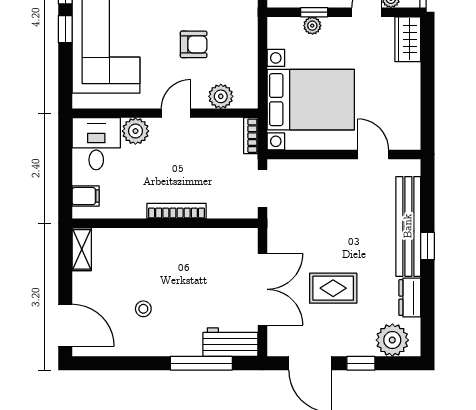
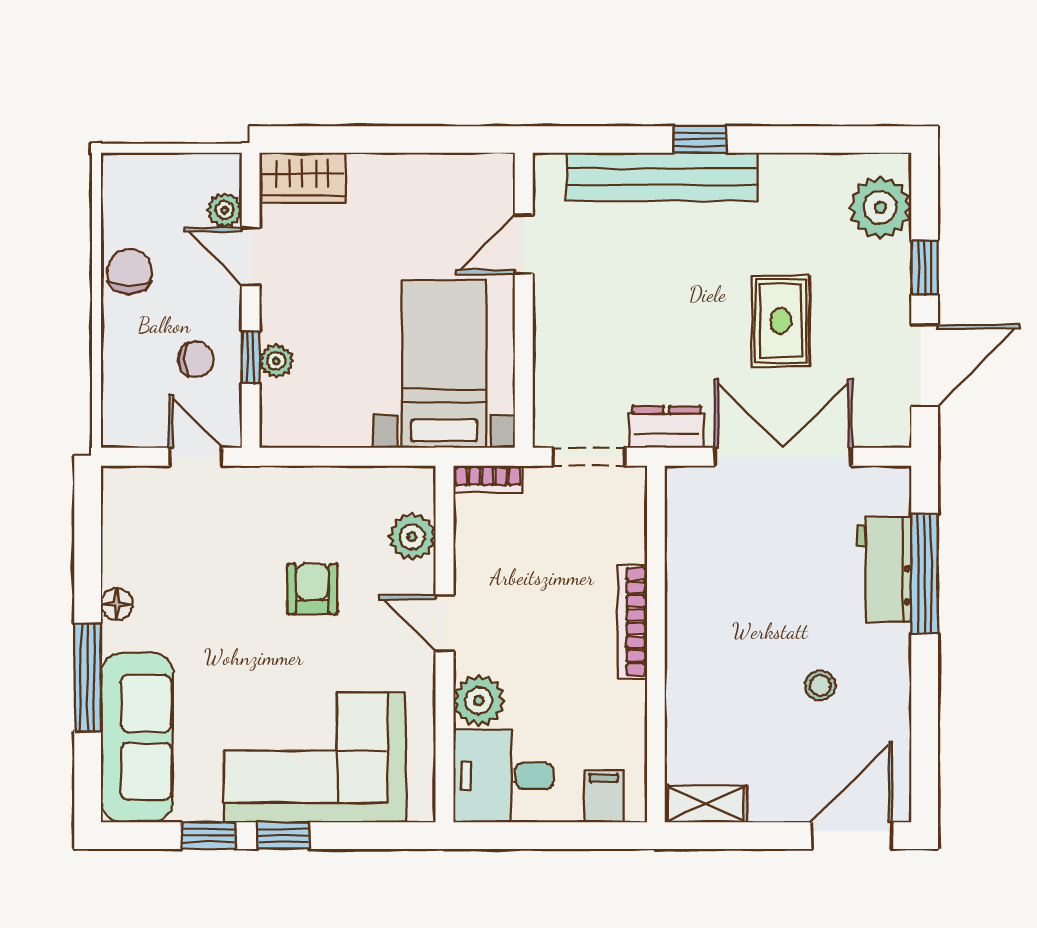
bed with nightstands: (311, 100) -> (444, 364), width x0.73
dresser: (410, 298) -> (667, 427), moved, turned 180
workbench: (230, 342) -> (884, 569), moved

